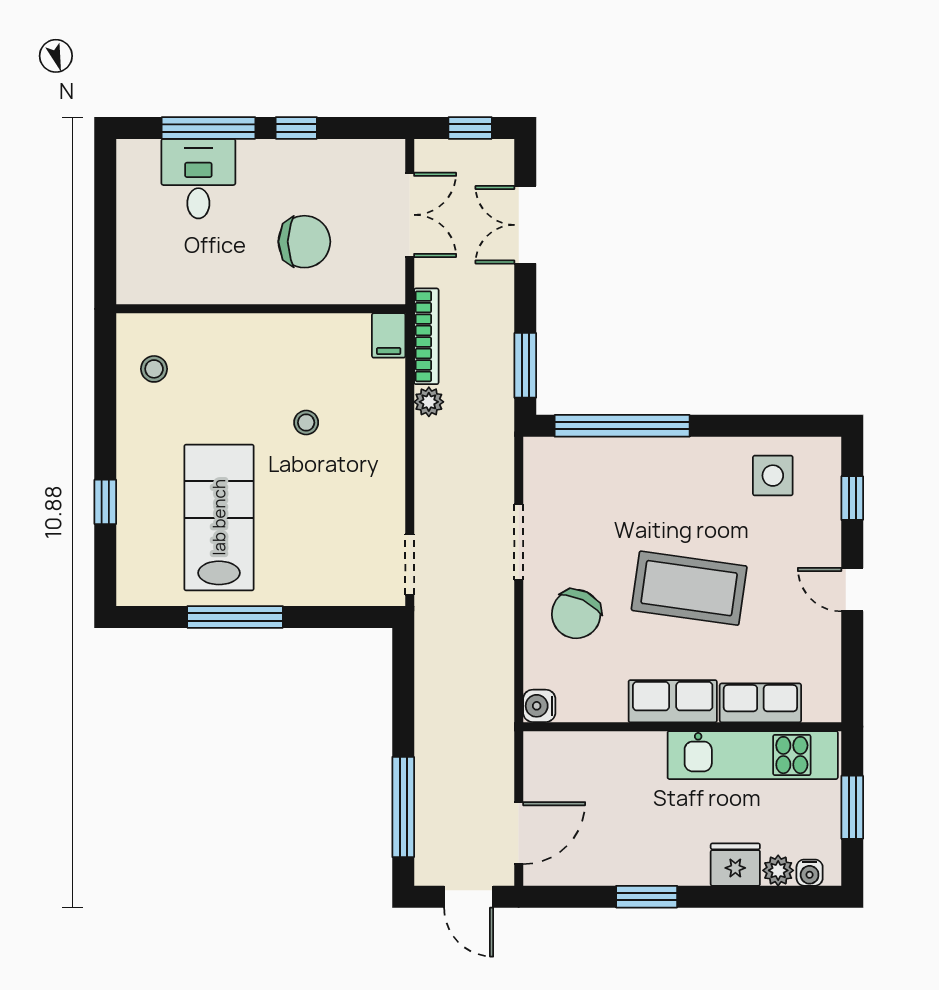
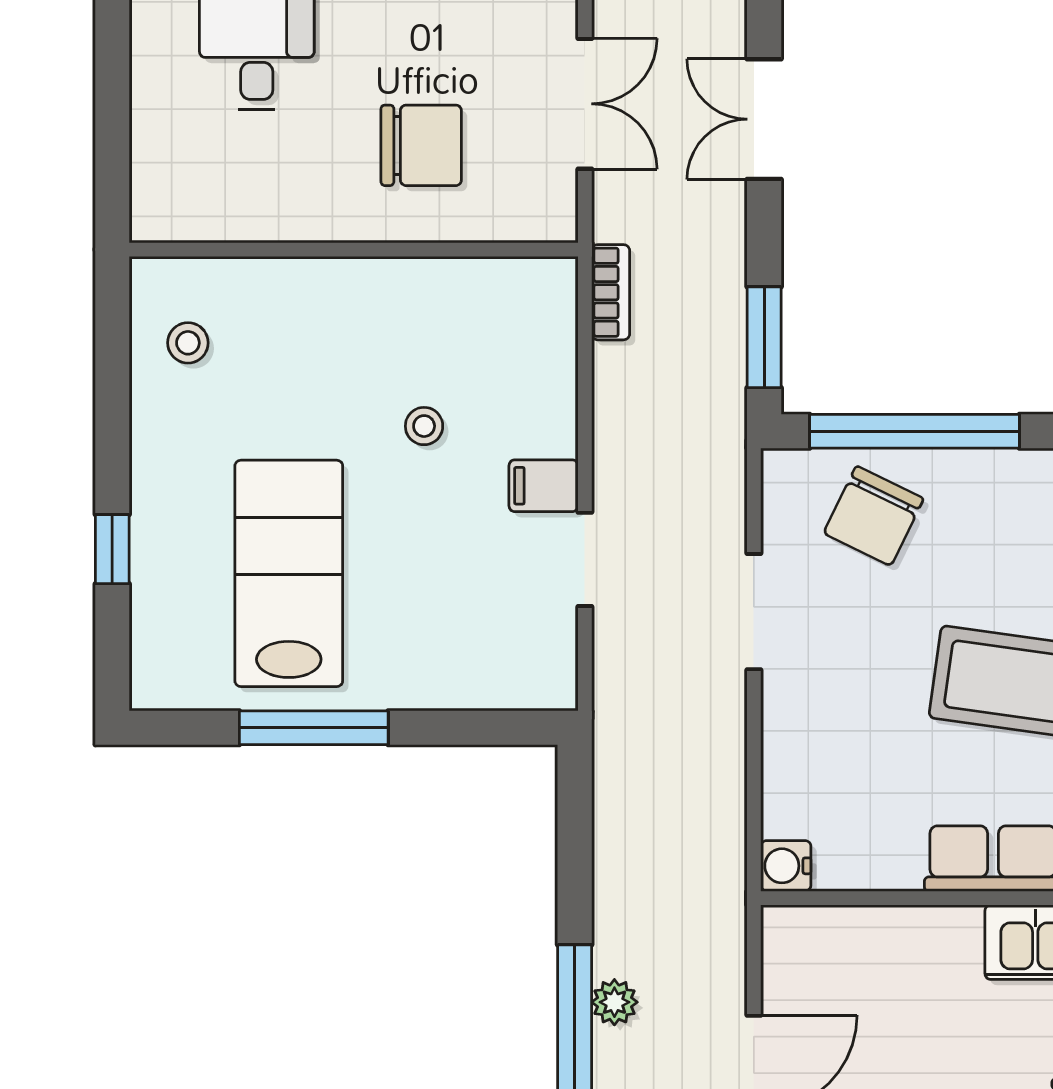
filing cabinet: (389, 335) -> (544, 486), moved, turned 90
bookcase: (426, 336) -> (611, 292), width x0.64
plant: (429, 402) -> (614, 1002), moved
doorway: (410, 564) -> (585, 559), moved
chair: (576, 614) -> (874, 516), moved

